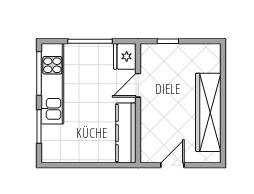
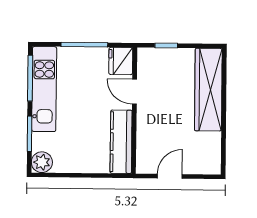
door: (138, 85) -> (134, 92), hinge flipped
wardrobe: (208, 112) -> (208, 90), moved
plant: (51, 153) -> (42, 162), added

